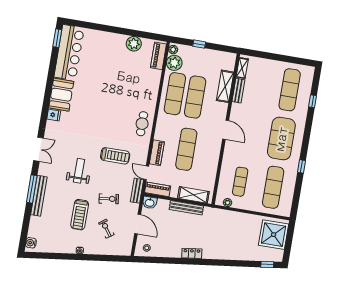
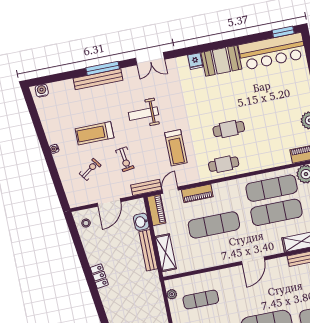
cafe table: (116, 109) -> (229, 129), added
weight bench: (79, 171) -> (143, 114), turned 180
washbasin: (150, 203) -> (141, 222), moved

